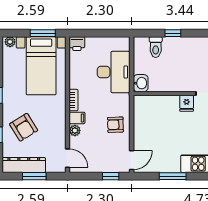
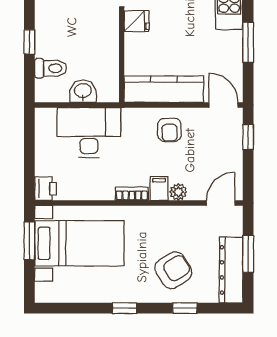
plant: (10, 42) -> (43, 291), removed
washbasin: (141, 83) -> (83, 91), moved
kitchen counter: (142, 121) -> (164, 89), added

